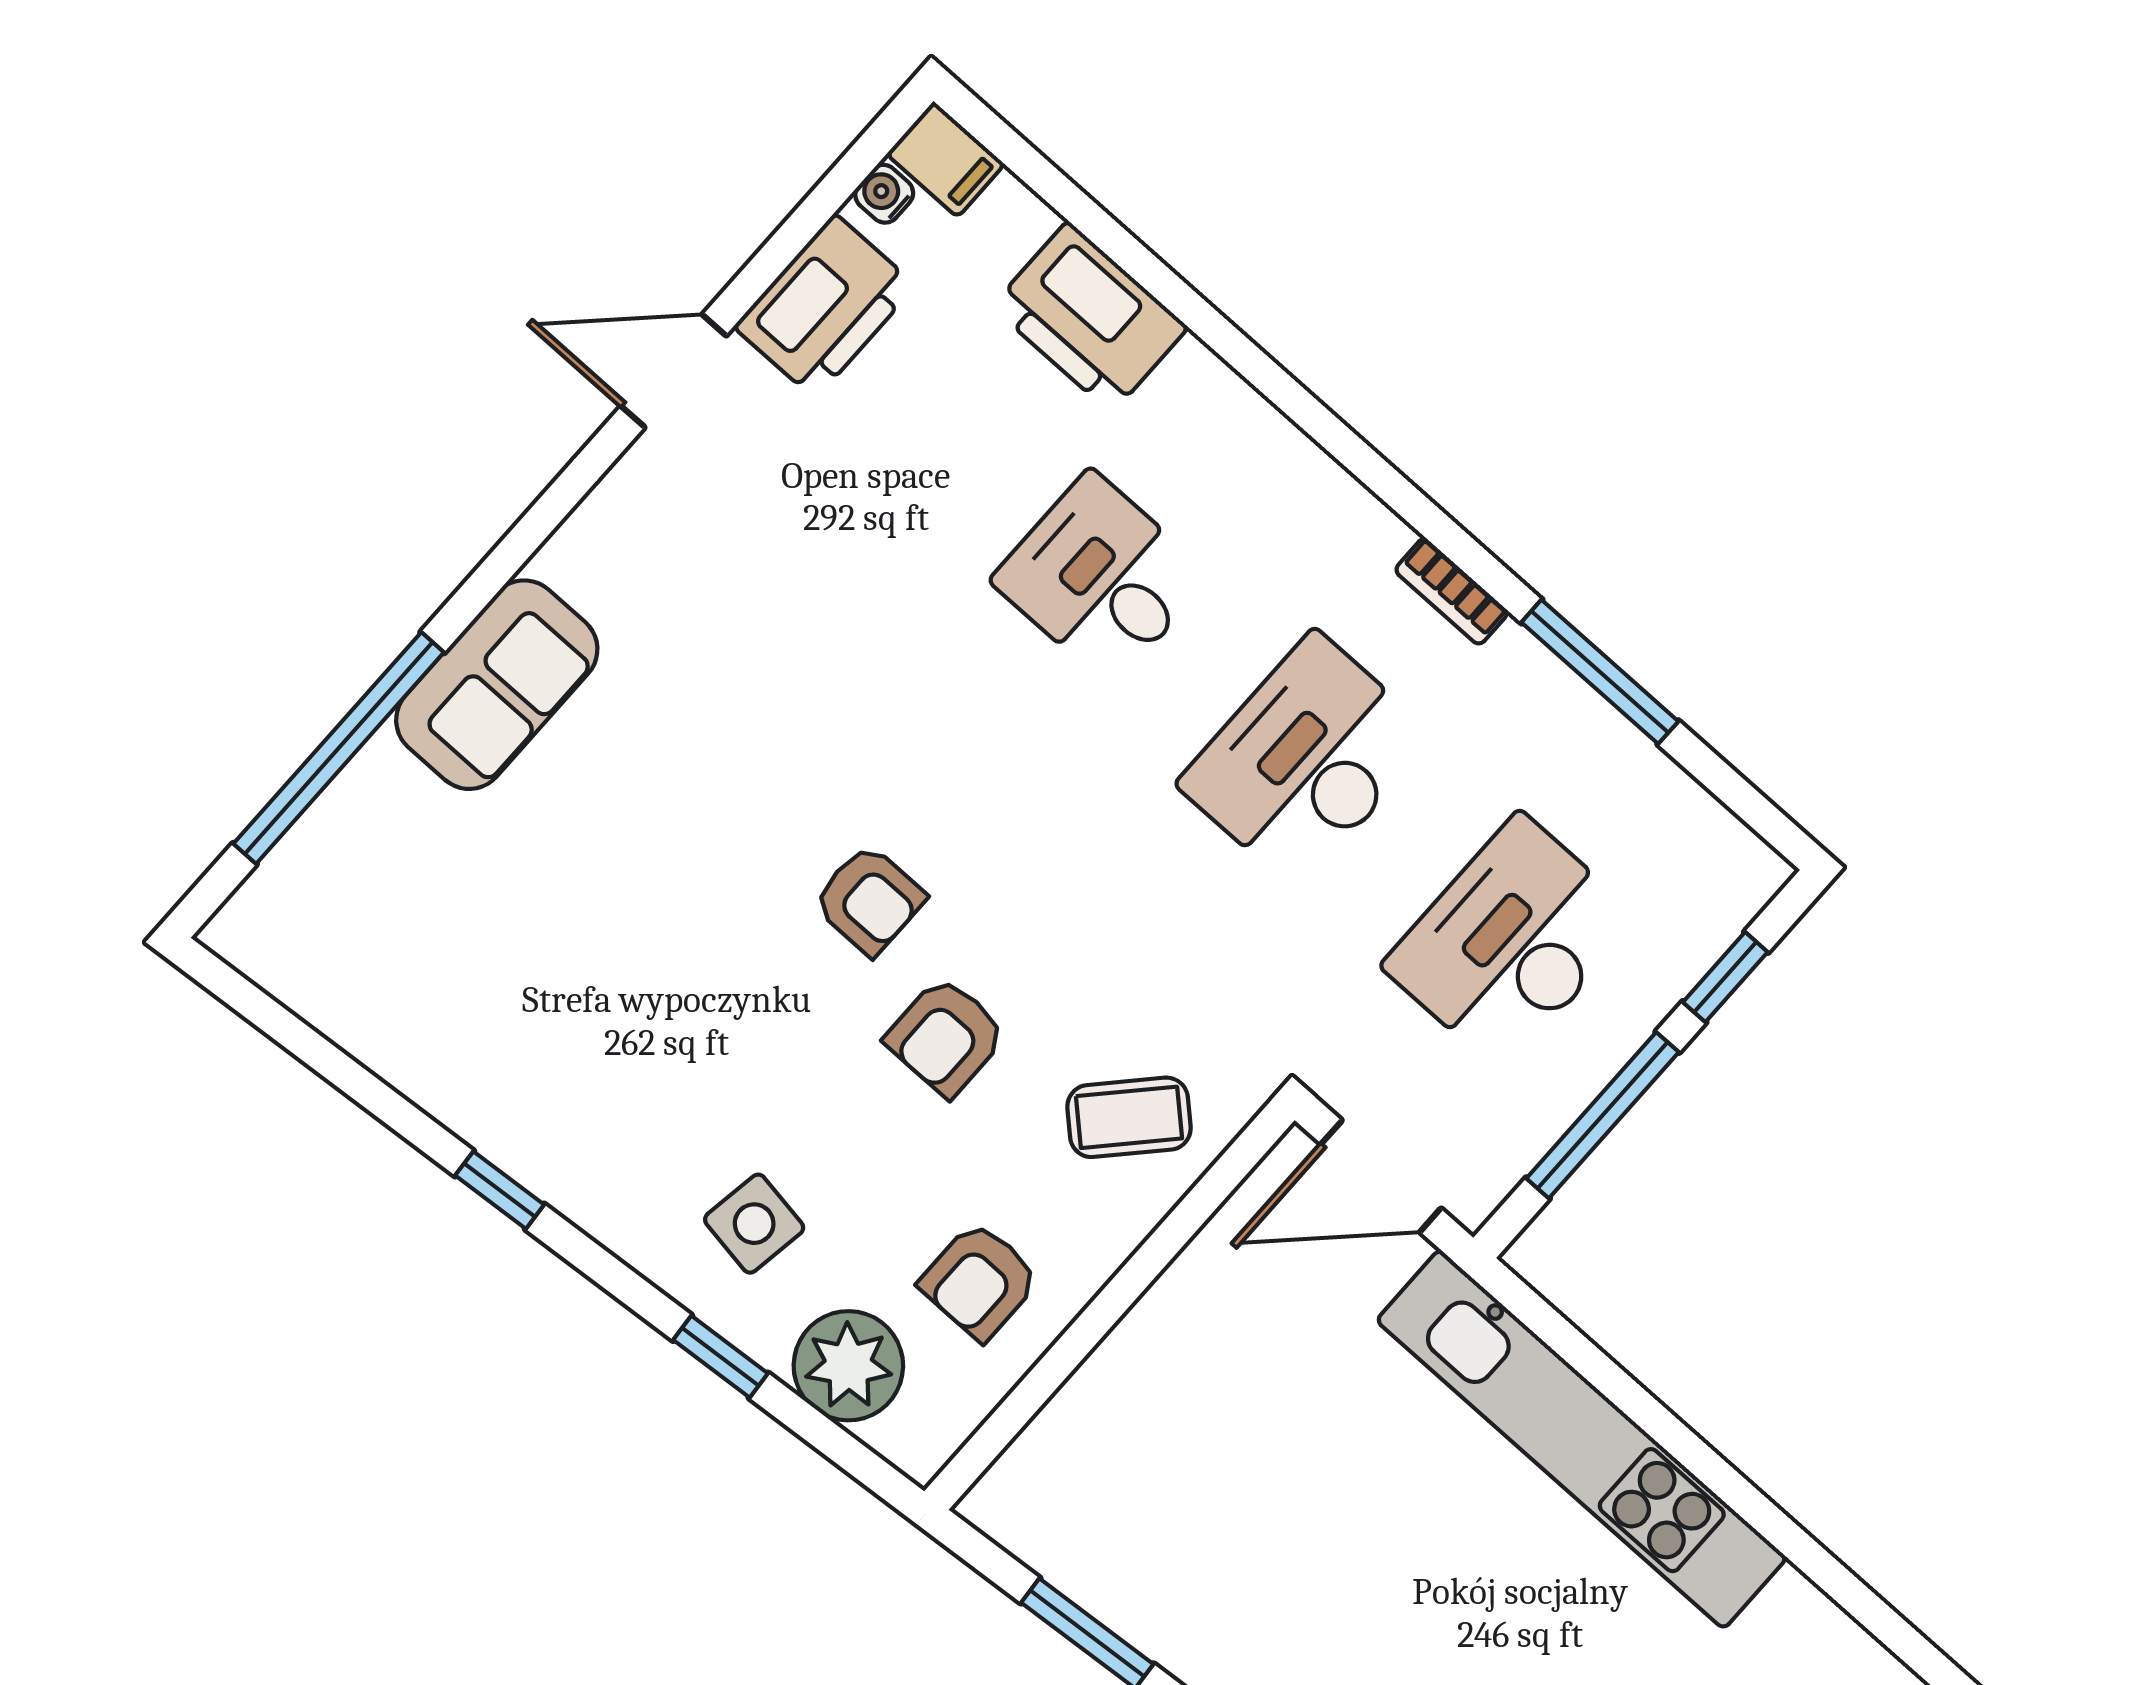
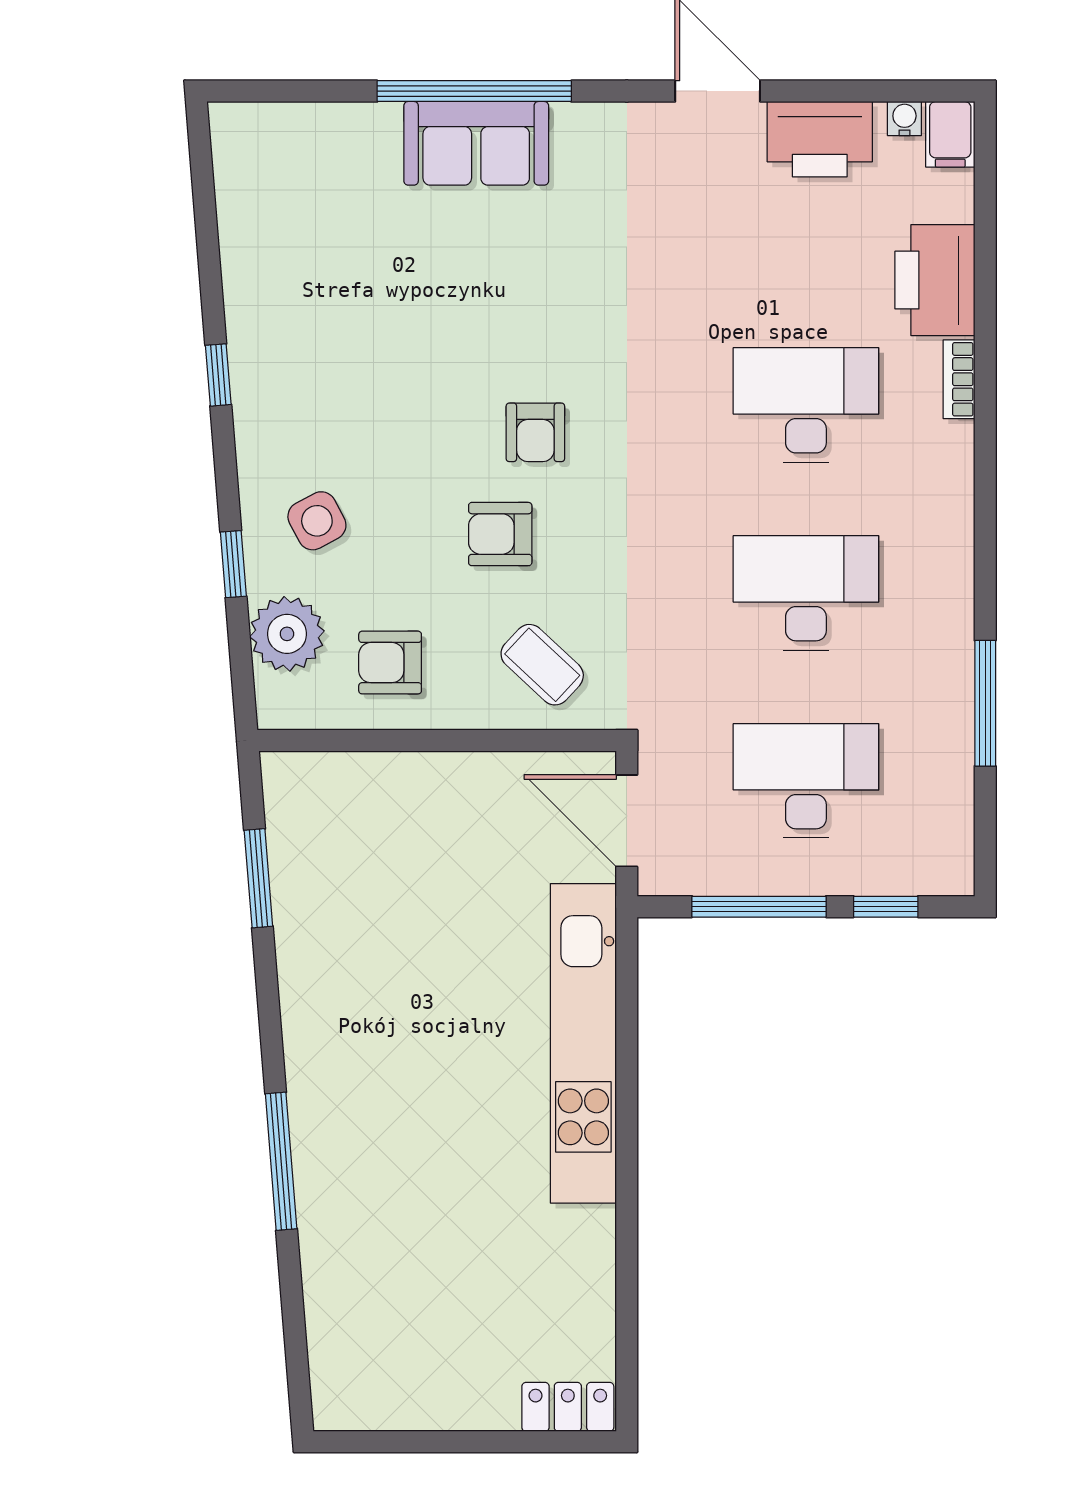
desk: (1101, 578) -> (806, 405), width x1.37
bookcase: (1452, 591) -> (959, 379), moved
window: (339, 748) -> (474, 91), moved
side table: (754, 1224) -> (317, 521), turned -37

